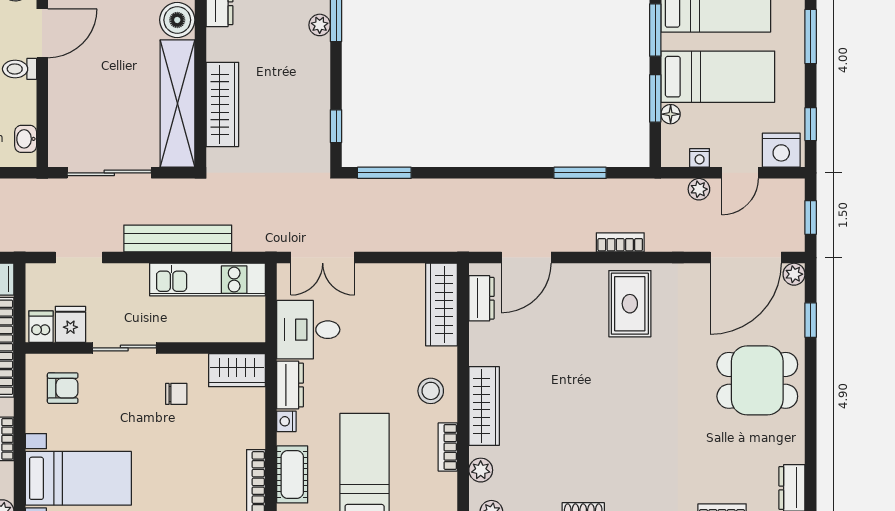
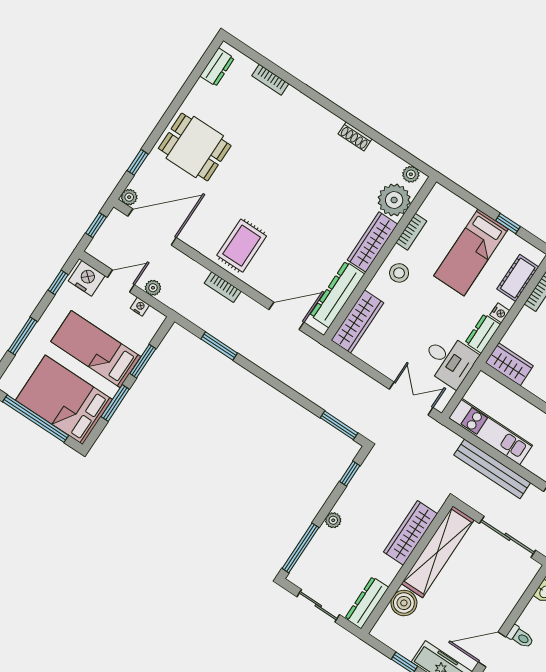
plant: (320, 25) -> (333, 520), moved
floor lamp: (671, 114) -> (140, 345), removed
dresser: (481, 298) -> (337, 295), width x1.96, depth x1.24
plant: (481, 470) -> (394, 200), width x1.87, depth x1.87

